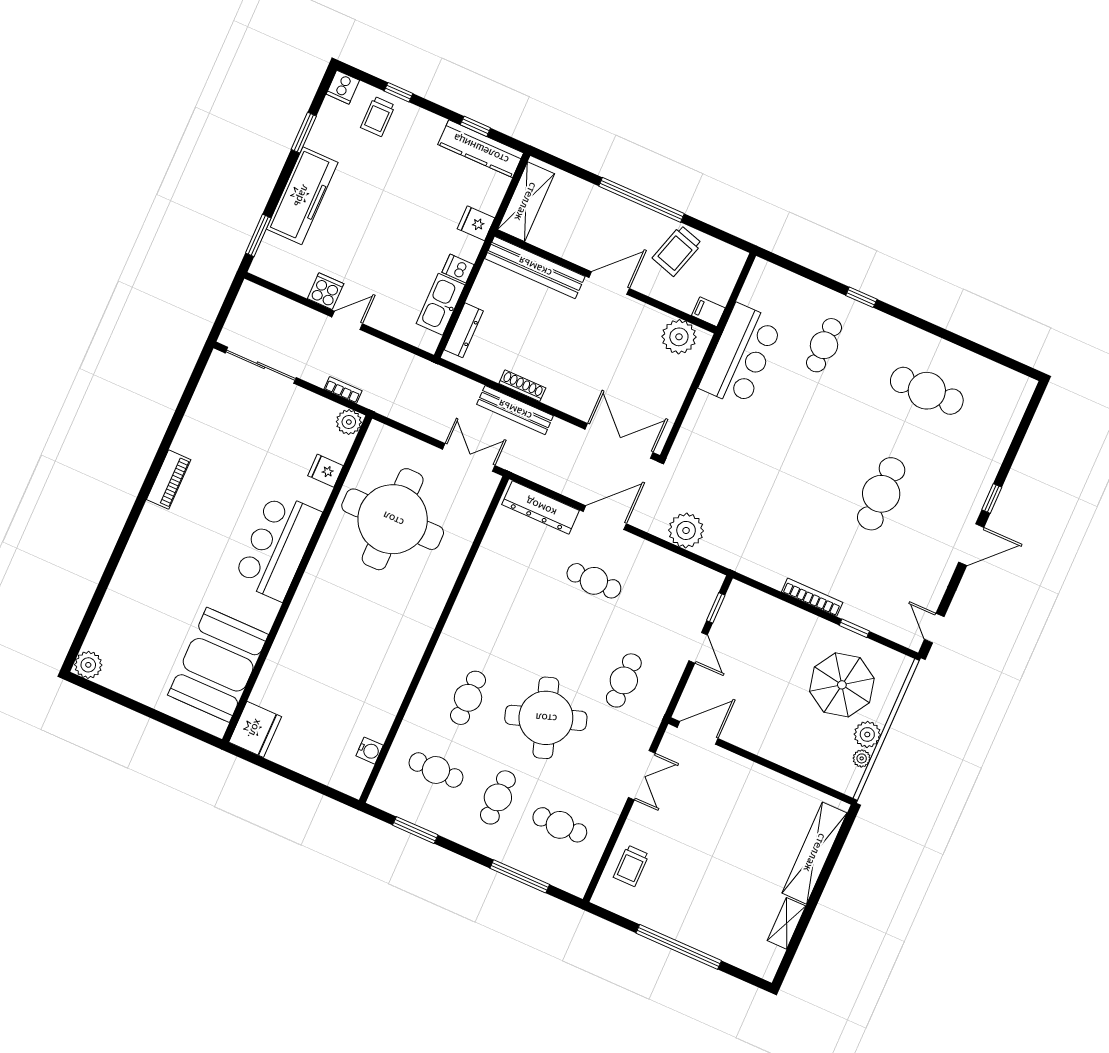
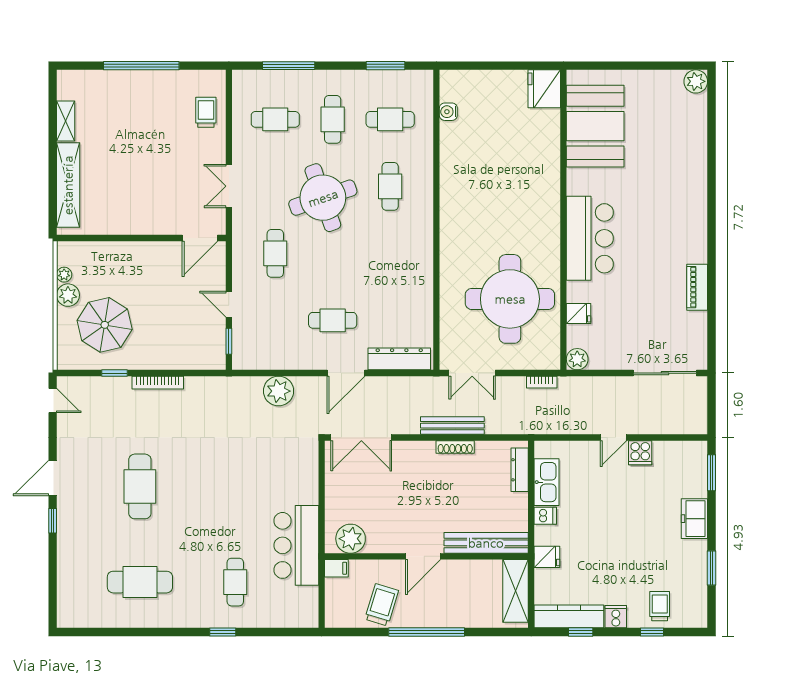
cooker: (343, 87) -> (616, 617), moved
freezer: (302, 196) -> (694, 519), width x0.52, depth x0.79
bookcase: (343, 390) -> (542, 382), moved
piano: (169, 480) -> (697, 287), moved

